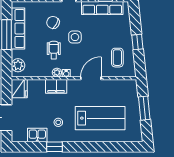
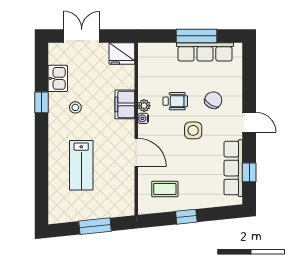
plant: (18, 65) -> (154, 52), removed
lab bench: (100, 118) -> (81, 165), width x0.73, depth x0.72

